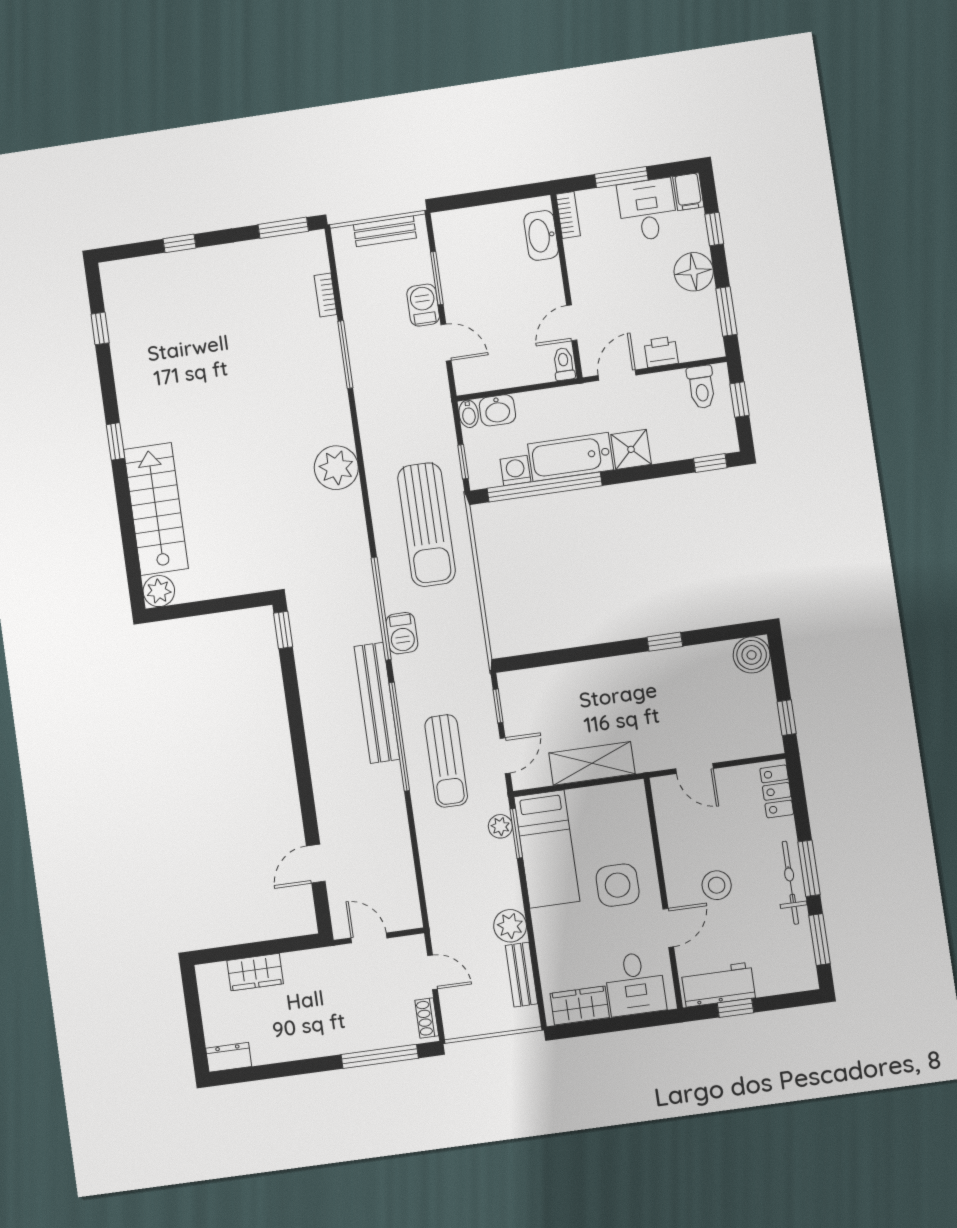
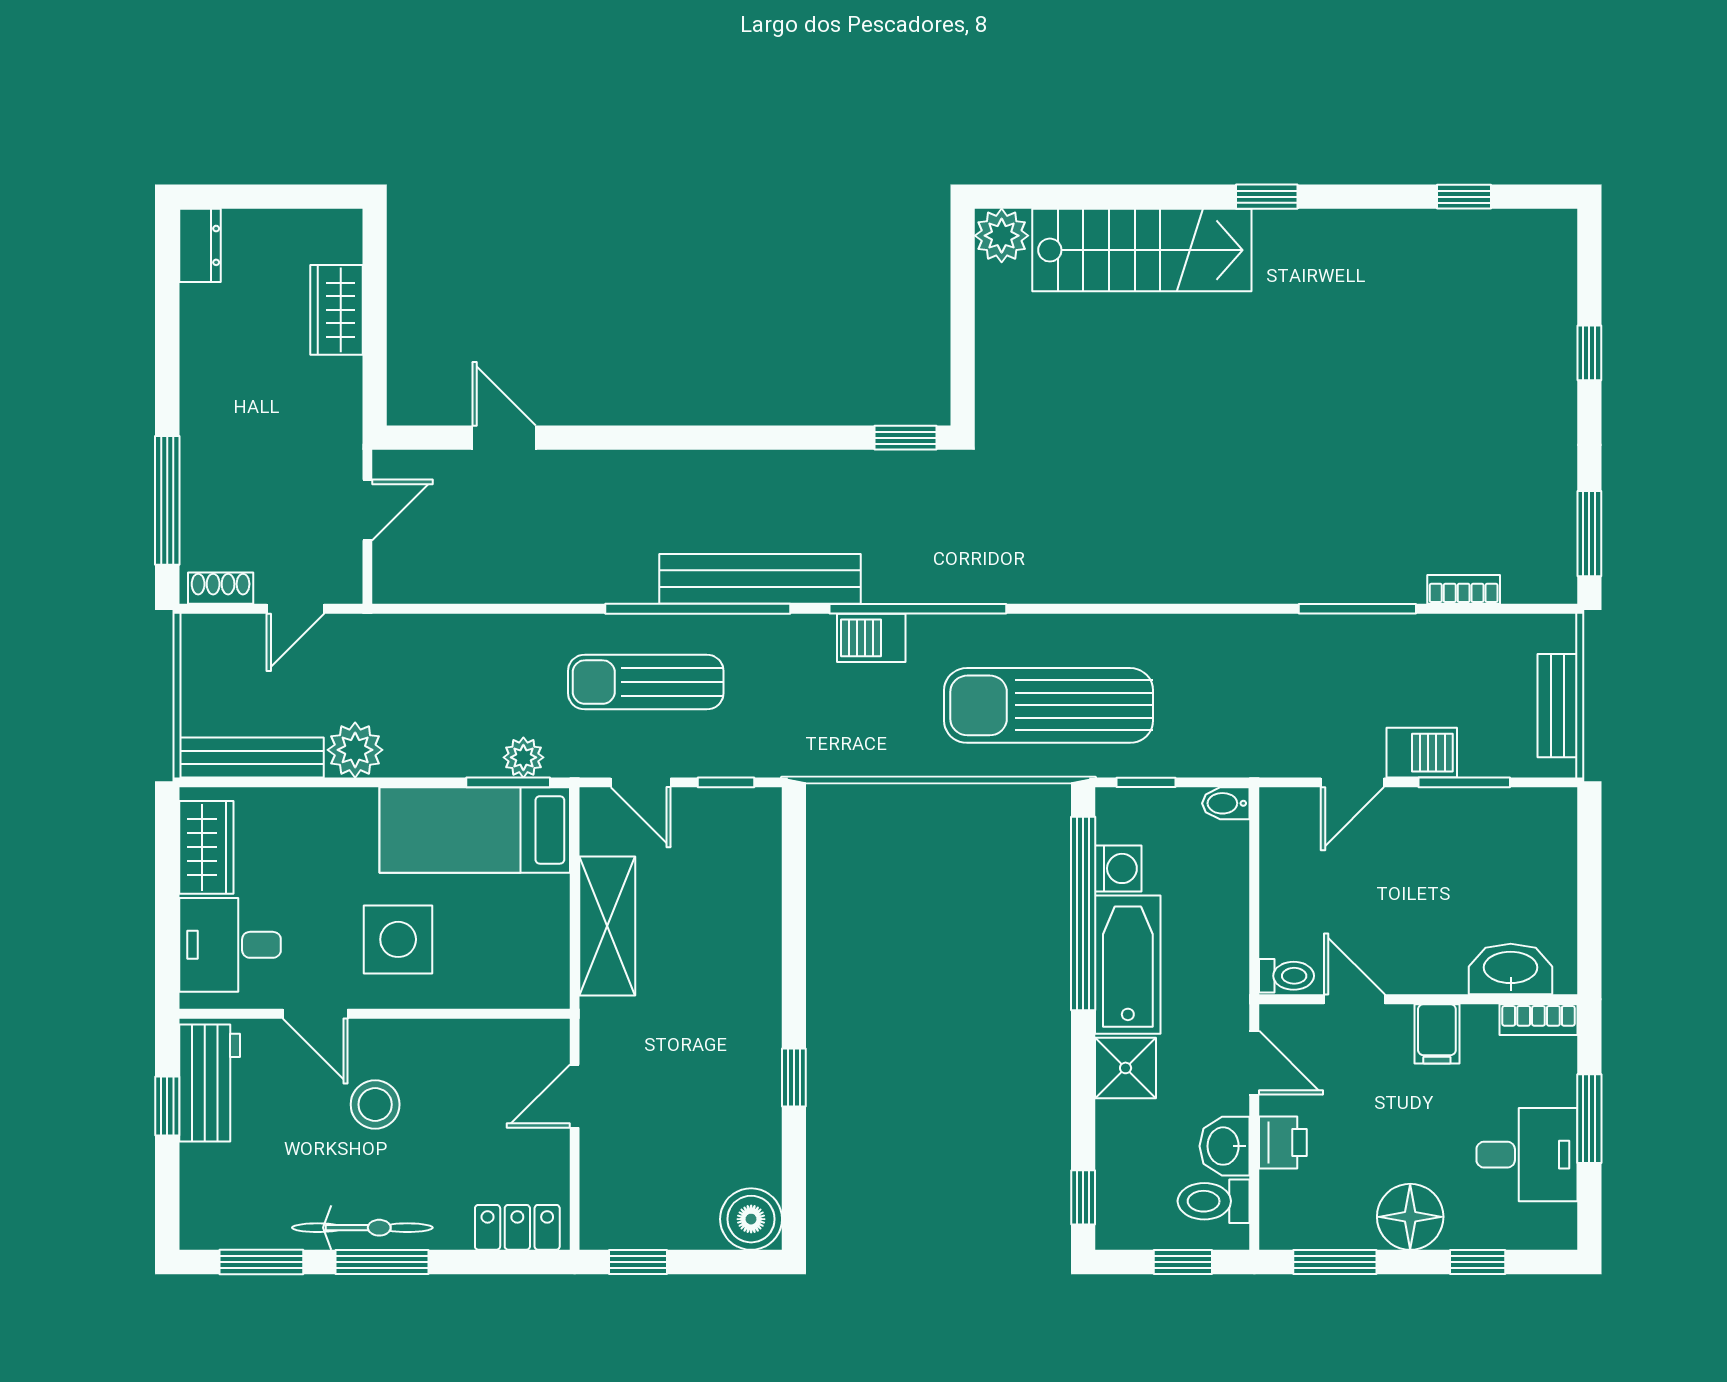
filing cabinet: (688, 192) -> (1437, 1034), moved, turned -90
washbasin: (497, 410) -> (1225, 1146), moved
plant: (336, 468) -> (1167, 566), removed
bench: (522, 975) -> (252, 757), width x1.36

